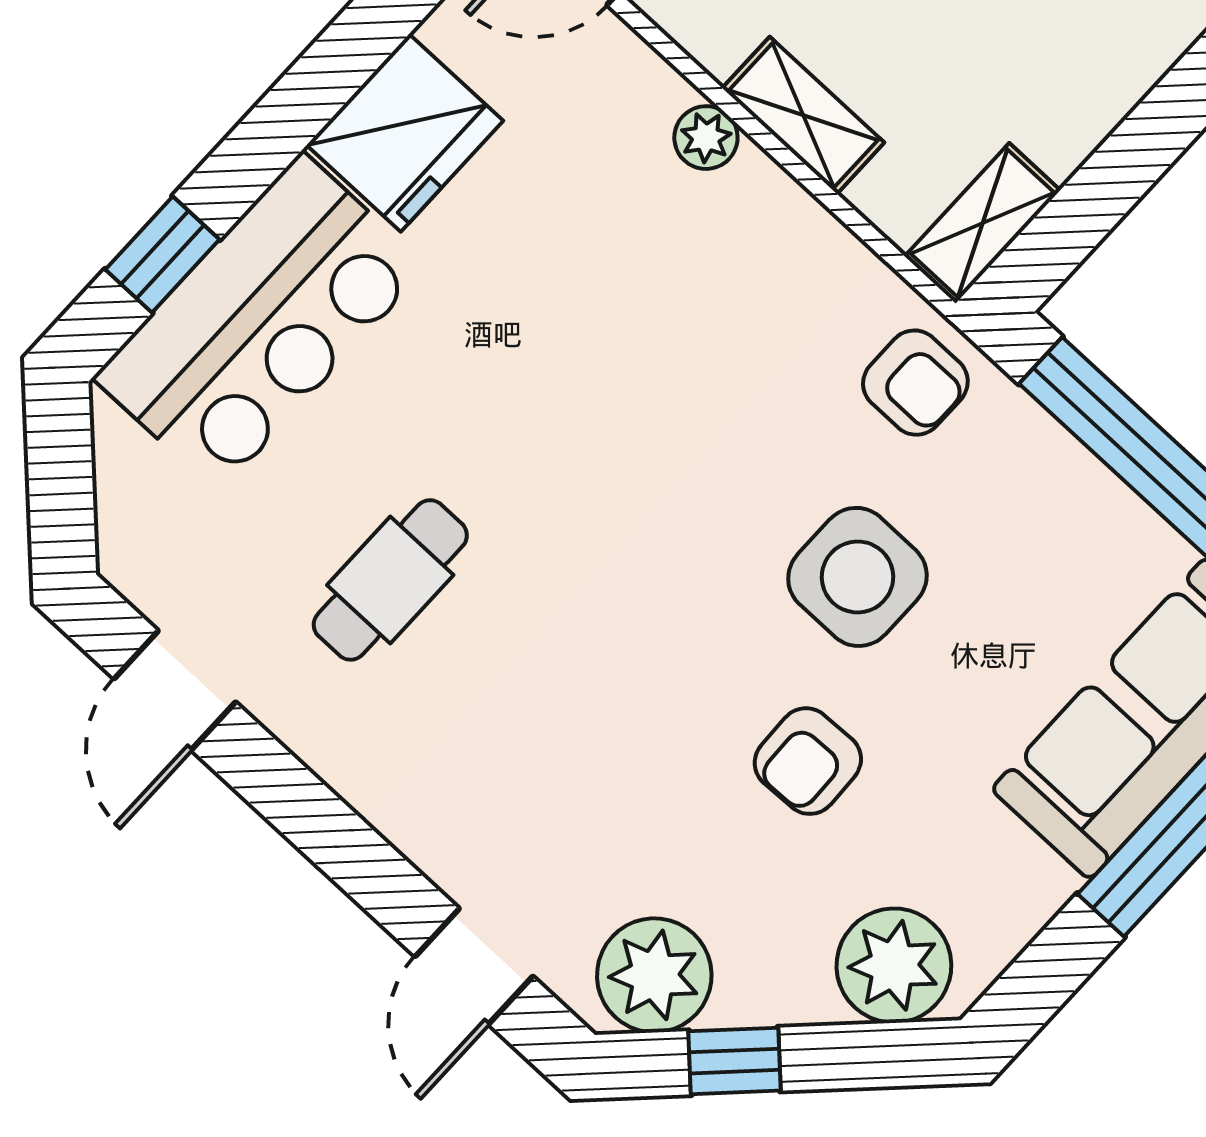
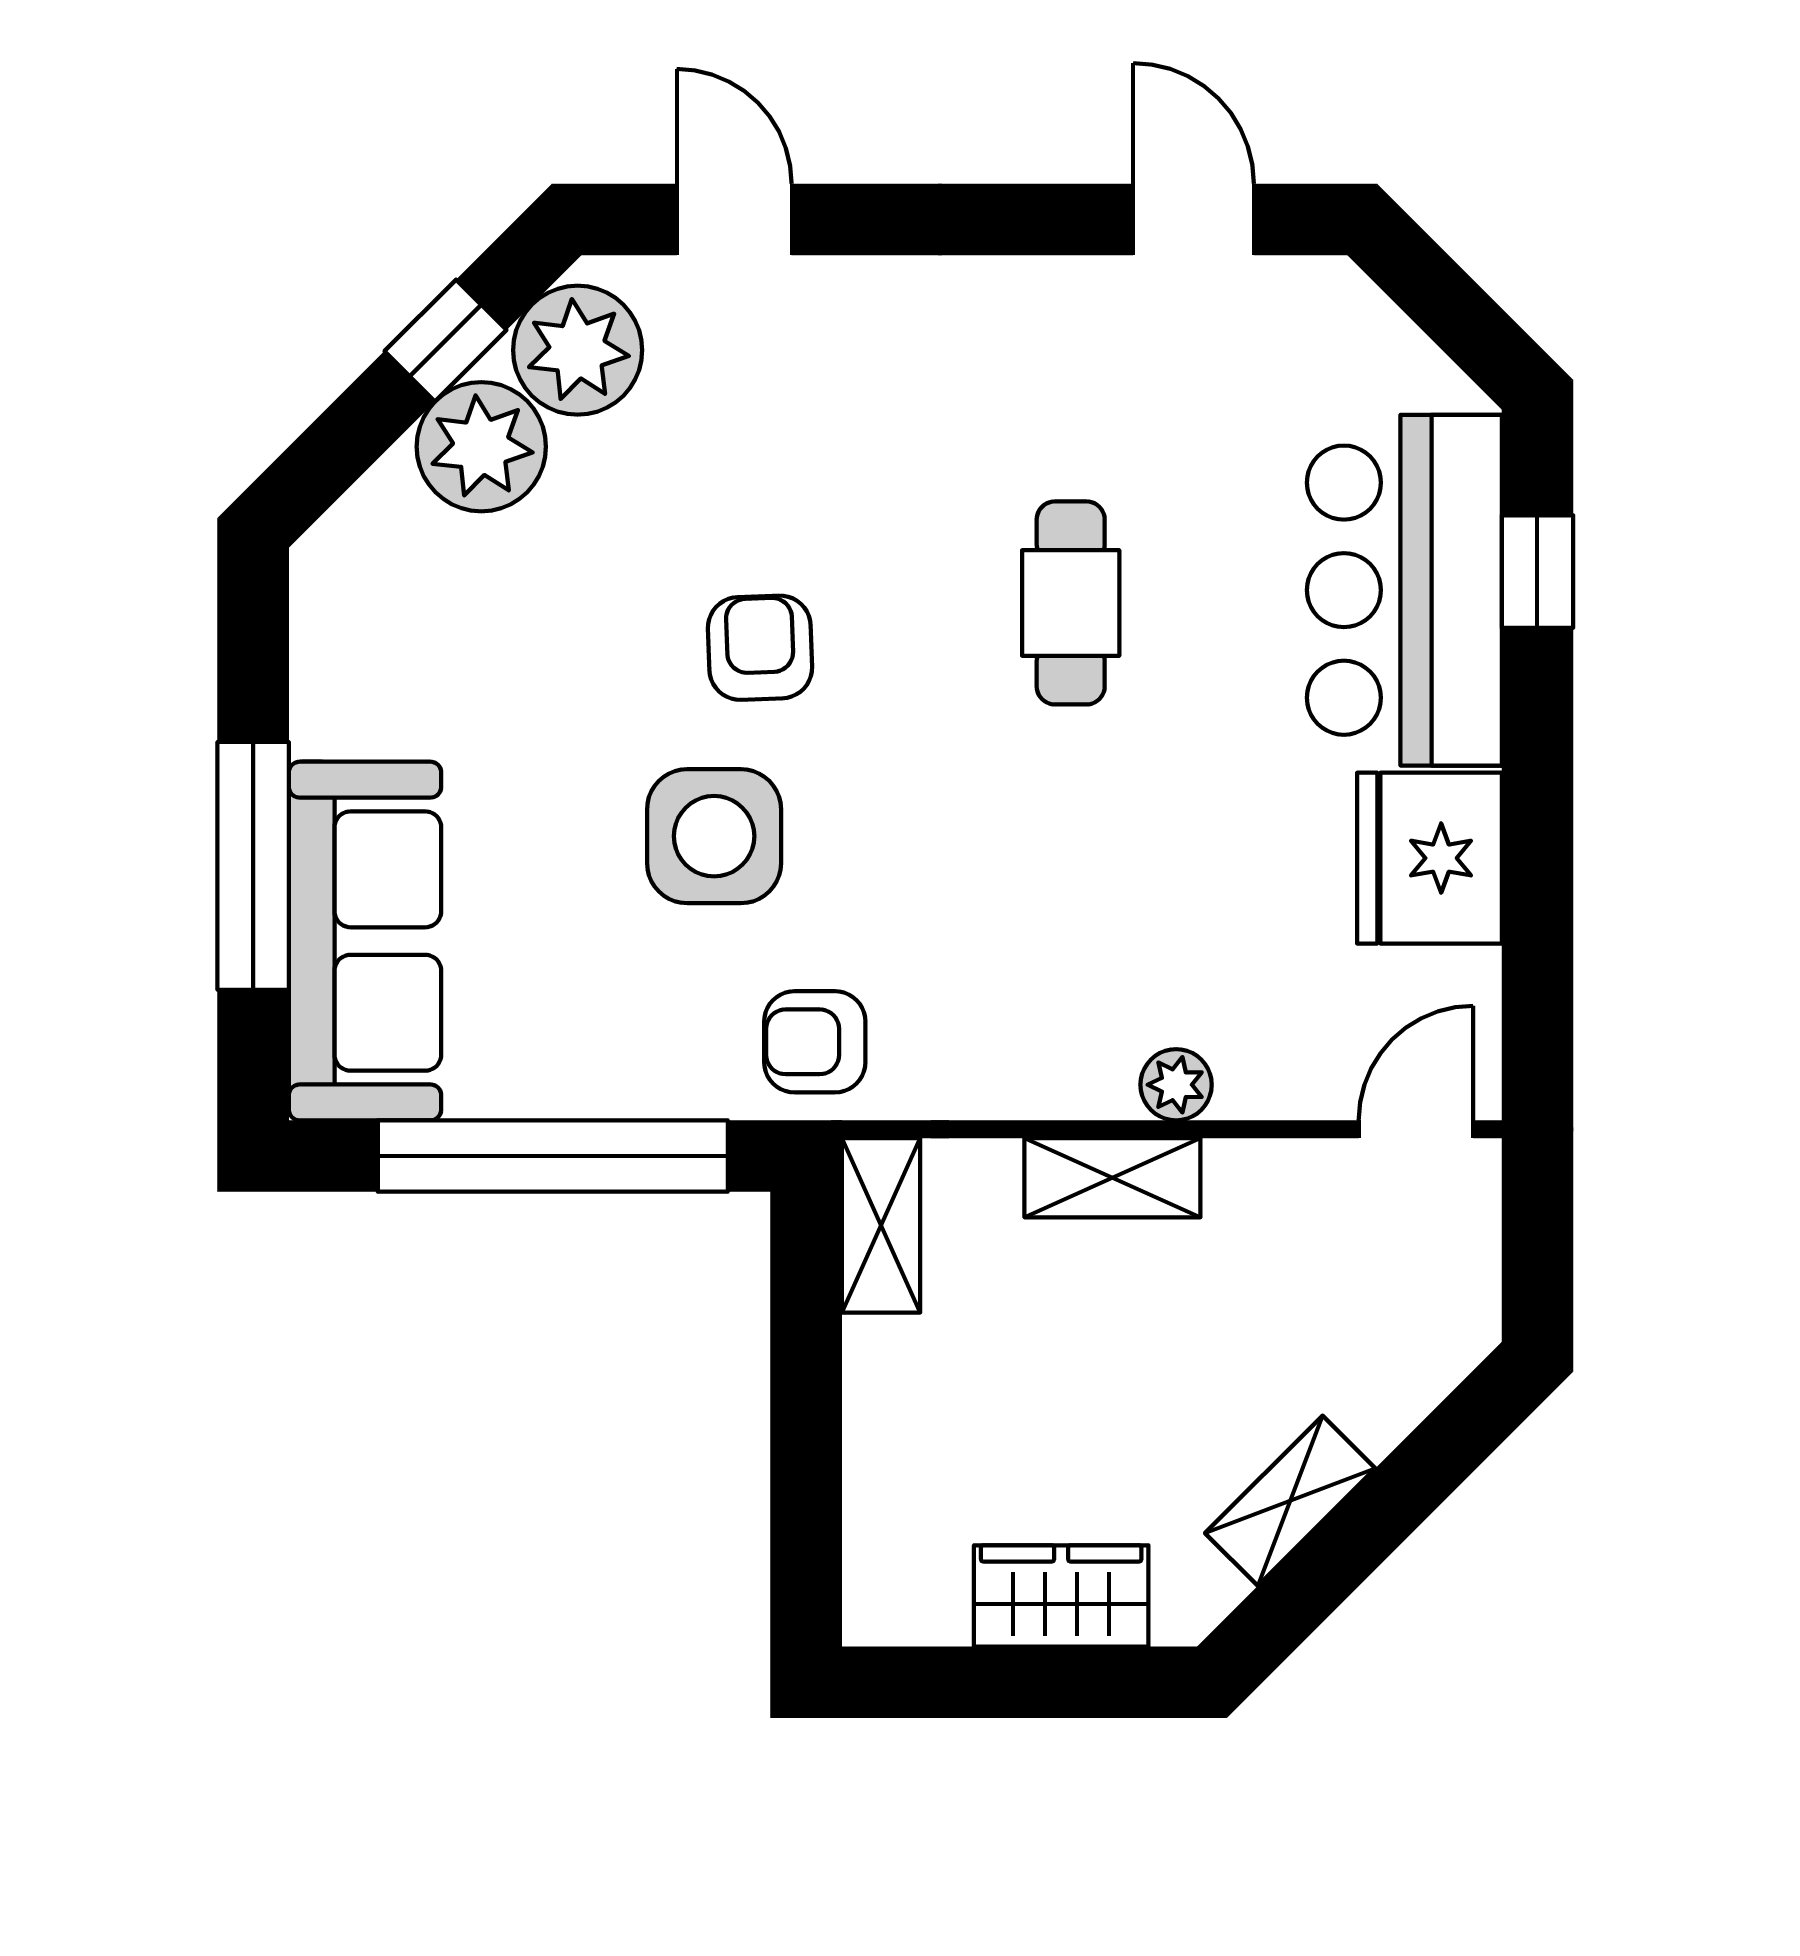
cafe table: (390, 580) -> (1071, 603), moved
armchair: (808, 761) -> (760, 648), moved
plant: (894, 966) -> (481, 447), moved

